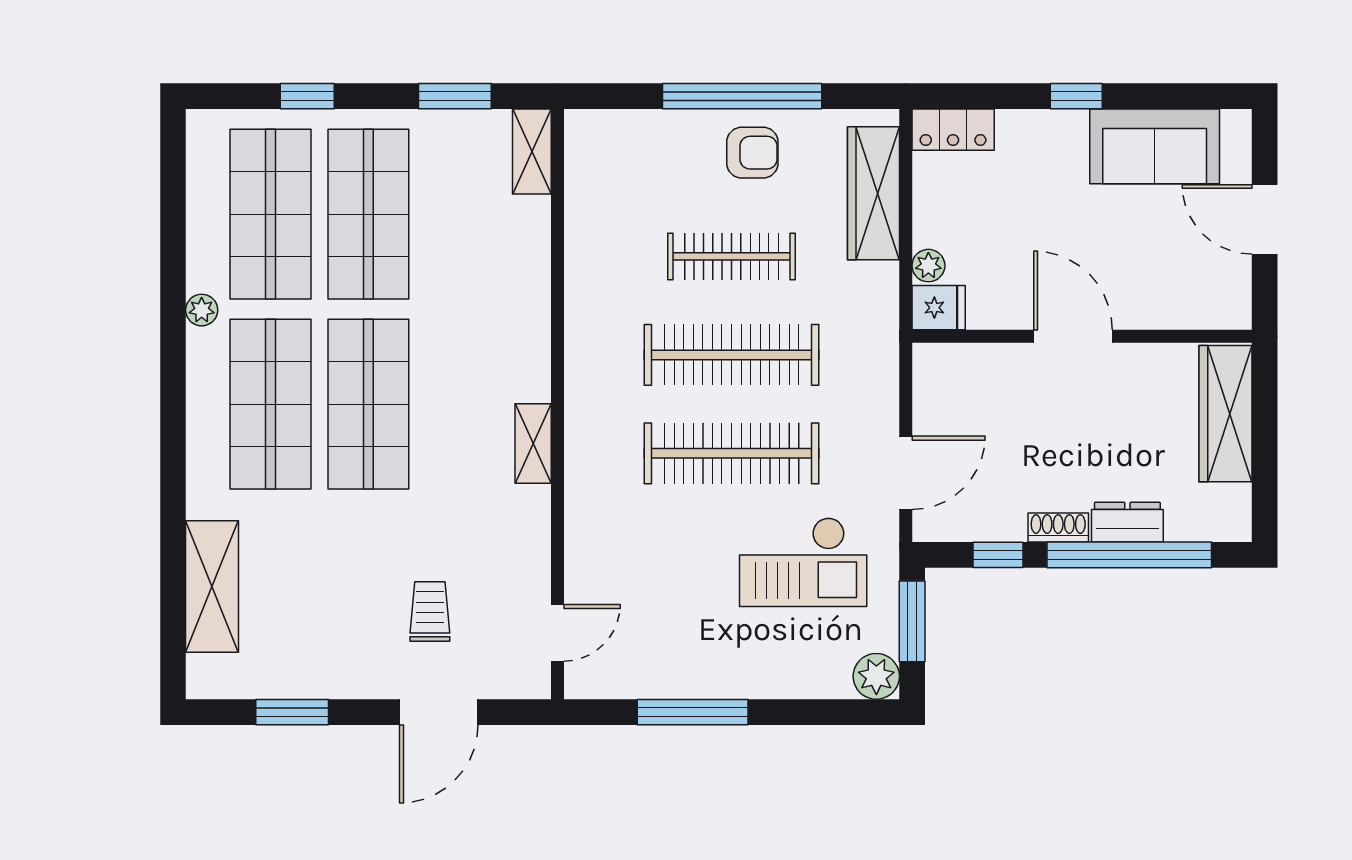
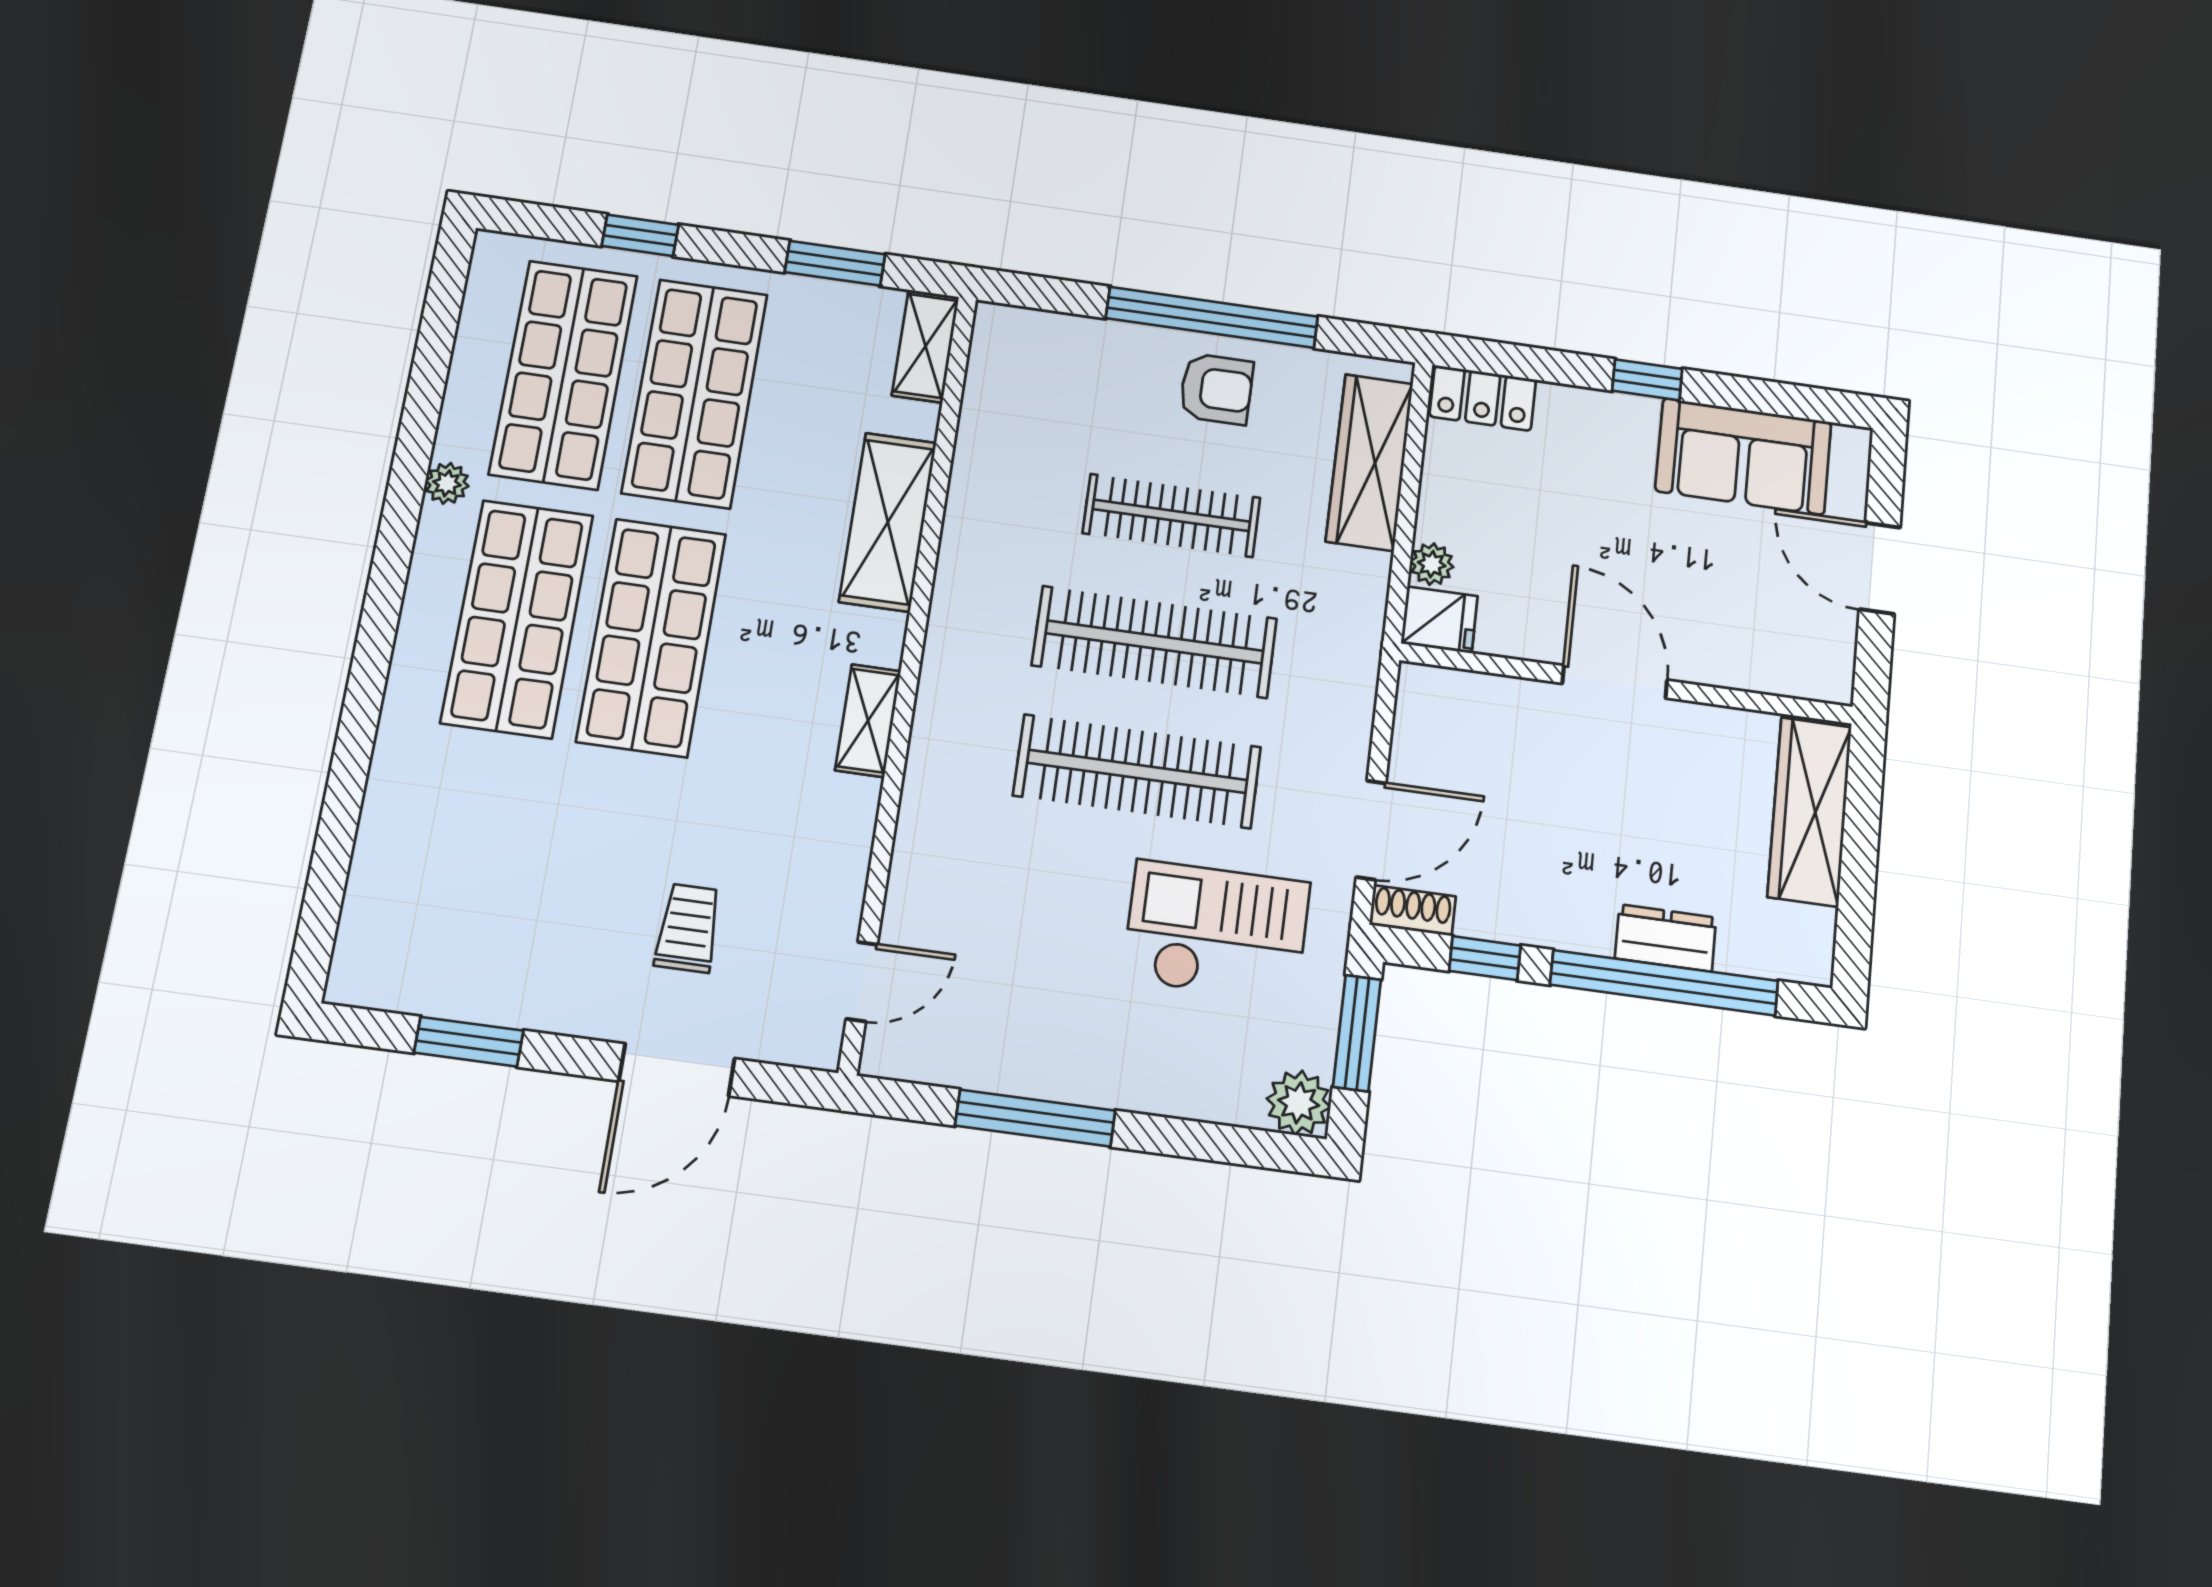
shoe rack: (1058, 528) -> (1413, 911), moved
checkout: (803, 562) -> (1216, 931), turned 180
shelving: (212, 586) -> (888, 522), moved

